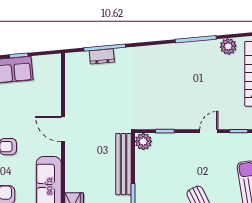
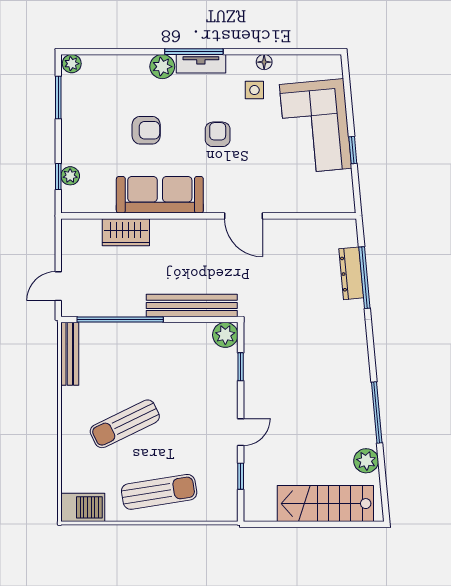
dresser: (102, 56) -> (351, 273), width x1.44
door: (63, 129) -> (244, 216), swing flipped
door: (209, 131) -> (241, 432), hinge flipped

